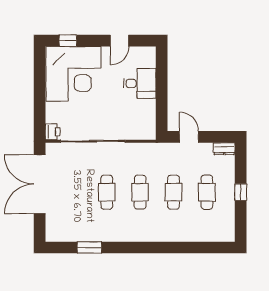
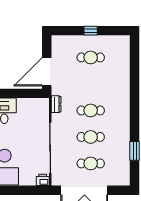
door: (189, 137) -> (47, 72), width x1.88
dresser: (224, 149) -> (56, 104), moved
cafe table: (173, 192) -> (91, 163), moved

